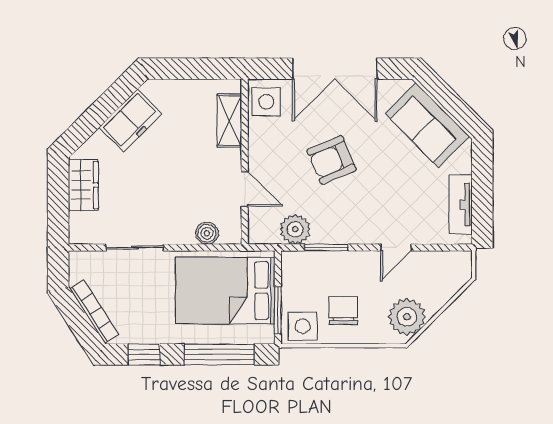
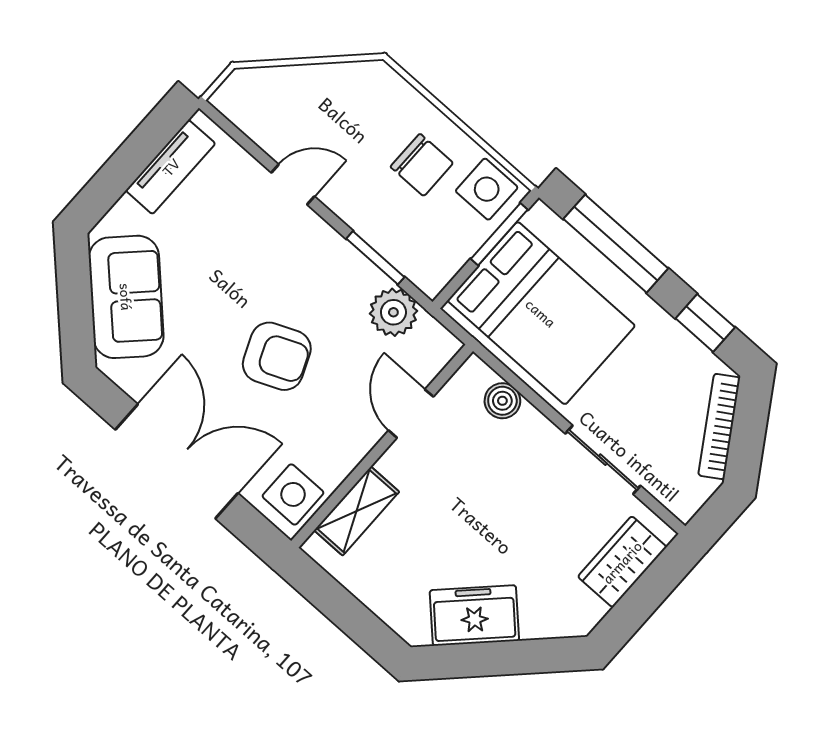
wardrobe: (83, 185) -> (622, 562), moved
chair: (343, 310) -> (422, 165), turned -90
plant: (407, 317) -> (353, 90), removed

